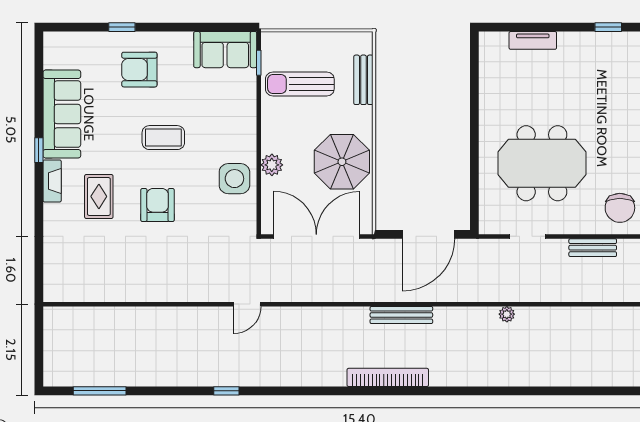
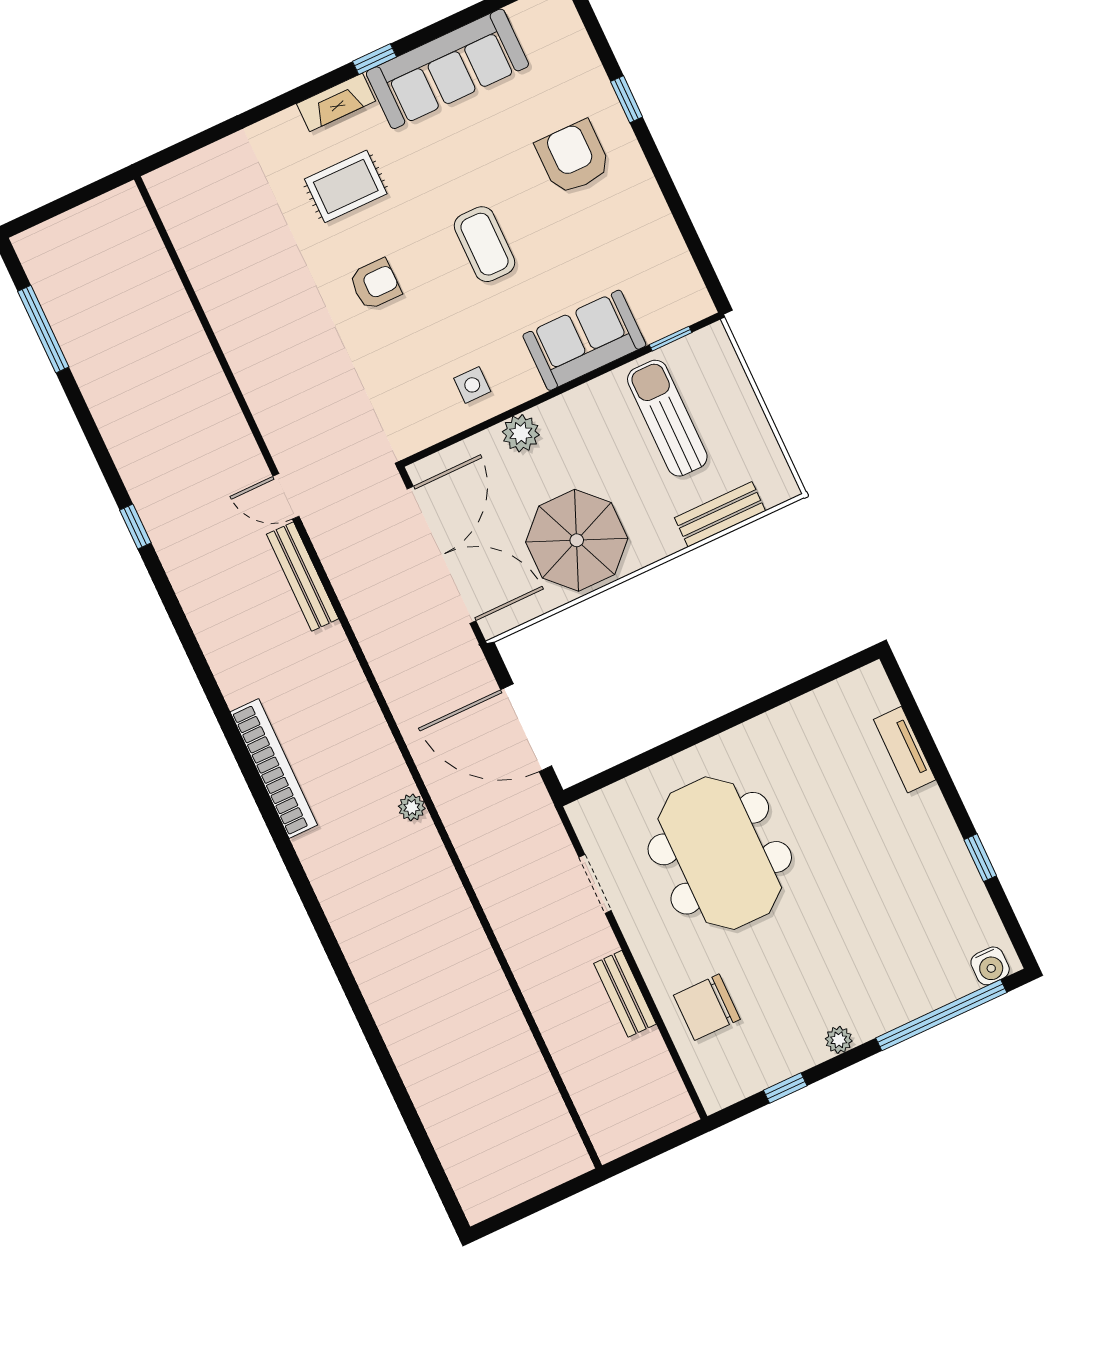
sofa: (225, 50) -> (584, 340), moved, turned 90
side table: (234, 179) -> (472, 385), width x0.54, depth x0.54
armchair: (157, 205) -> (375, 284), width x0.72, depth x0.72
plant: (507, 314) -> (412, 807), moved
bench: (401, 315) -> (303, 576), moved

